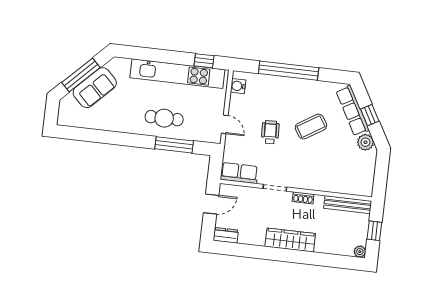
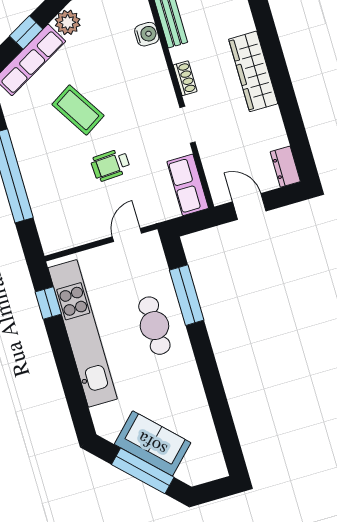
water cooler: (238, 86) -> (147, 34), moved, turned -90

